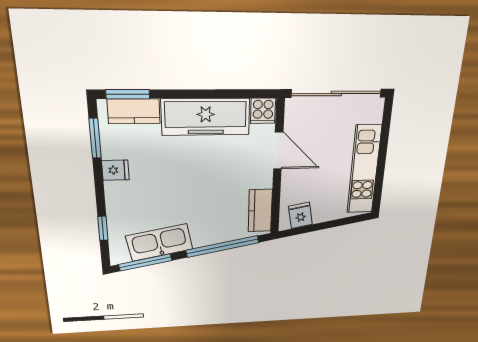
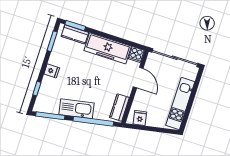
fridge: (115, 170) -> (52, 71), moved
kitchen sink: (159, 243) -> (76, 109), moved

